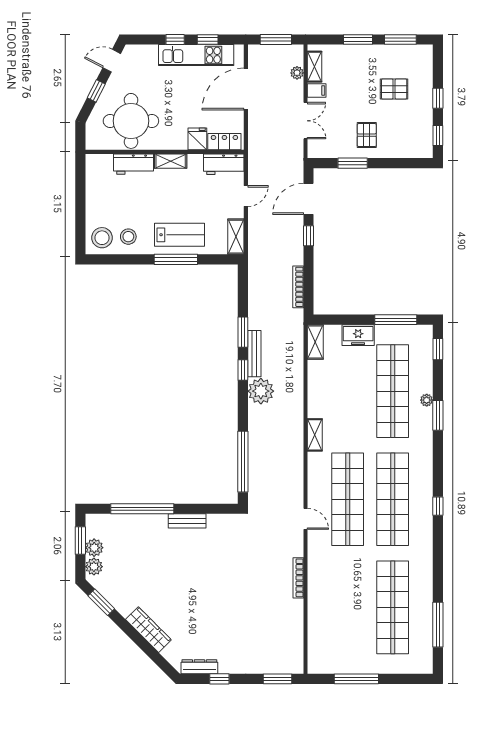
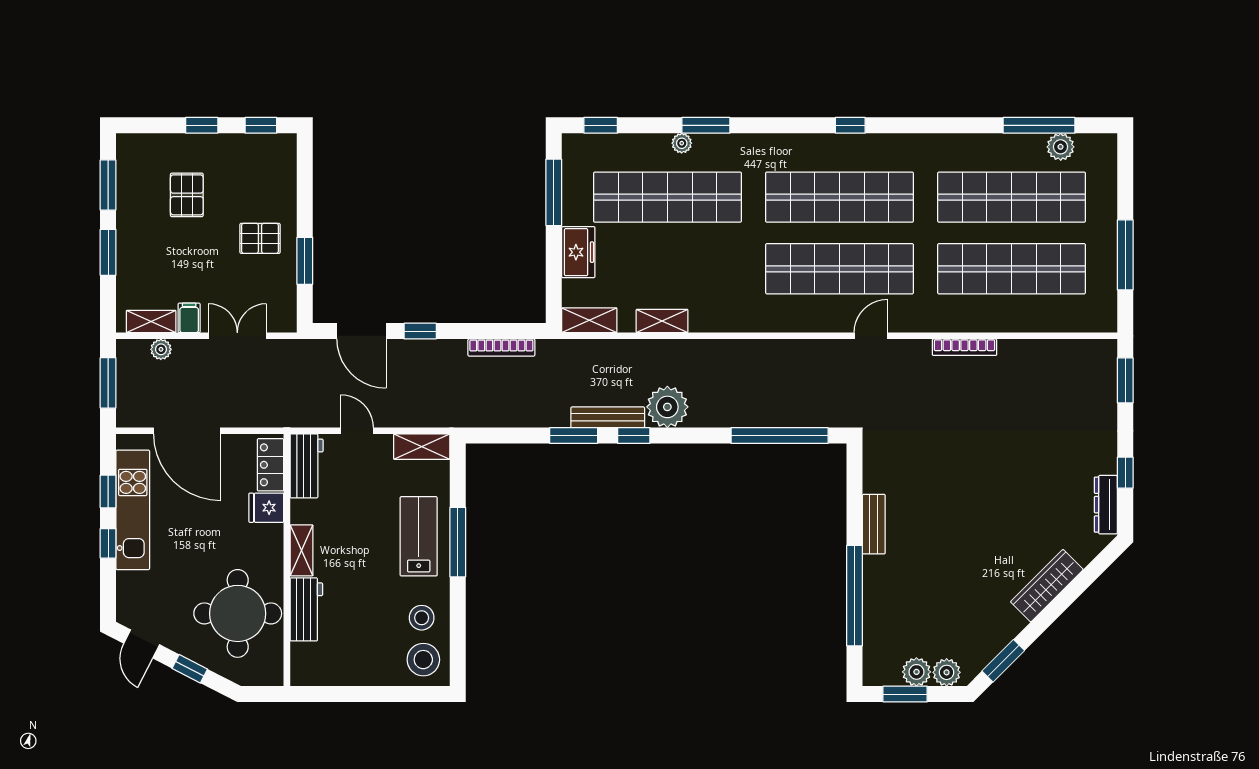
shelving: (315, 435) -> (662, 321), moved
shop shelf: (348, 607) -> (1012, 269), added
plant: (424, 638) -> (1061, 147), added

